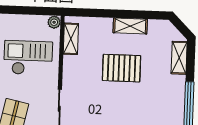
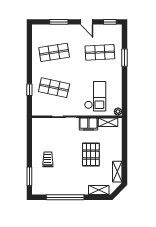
shelving: (130, 26) -> (117, 172), moved
filing cabinet: (72, 70) -> (88, 124), added

